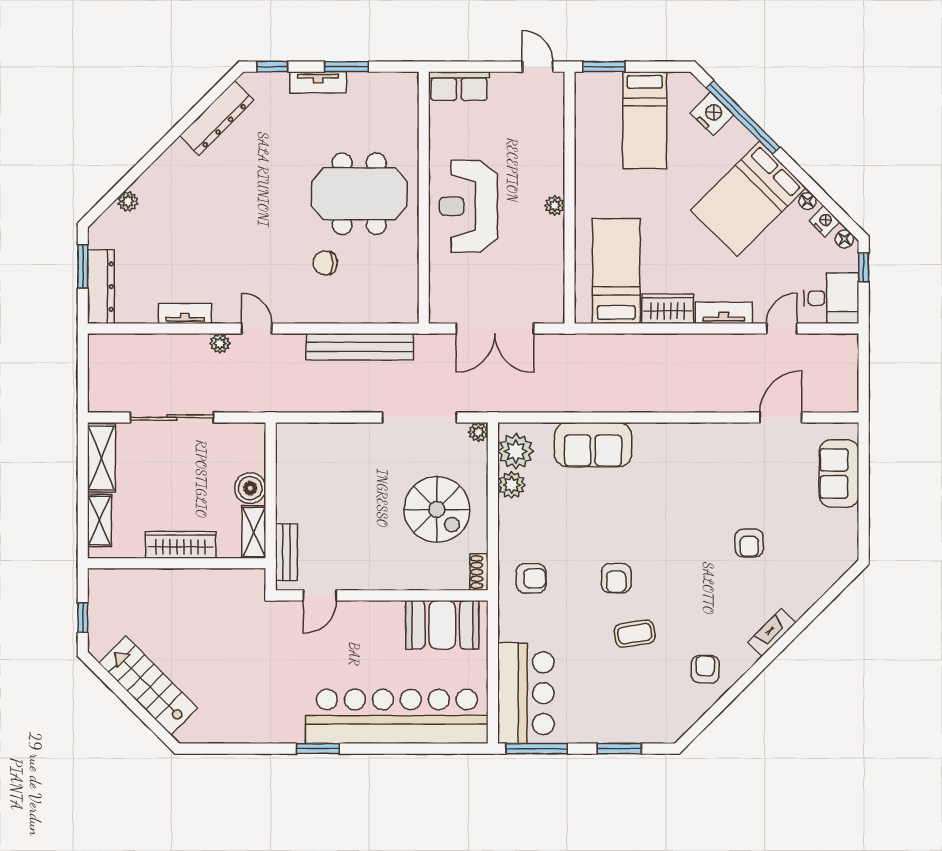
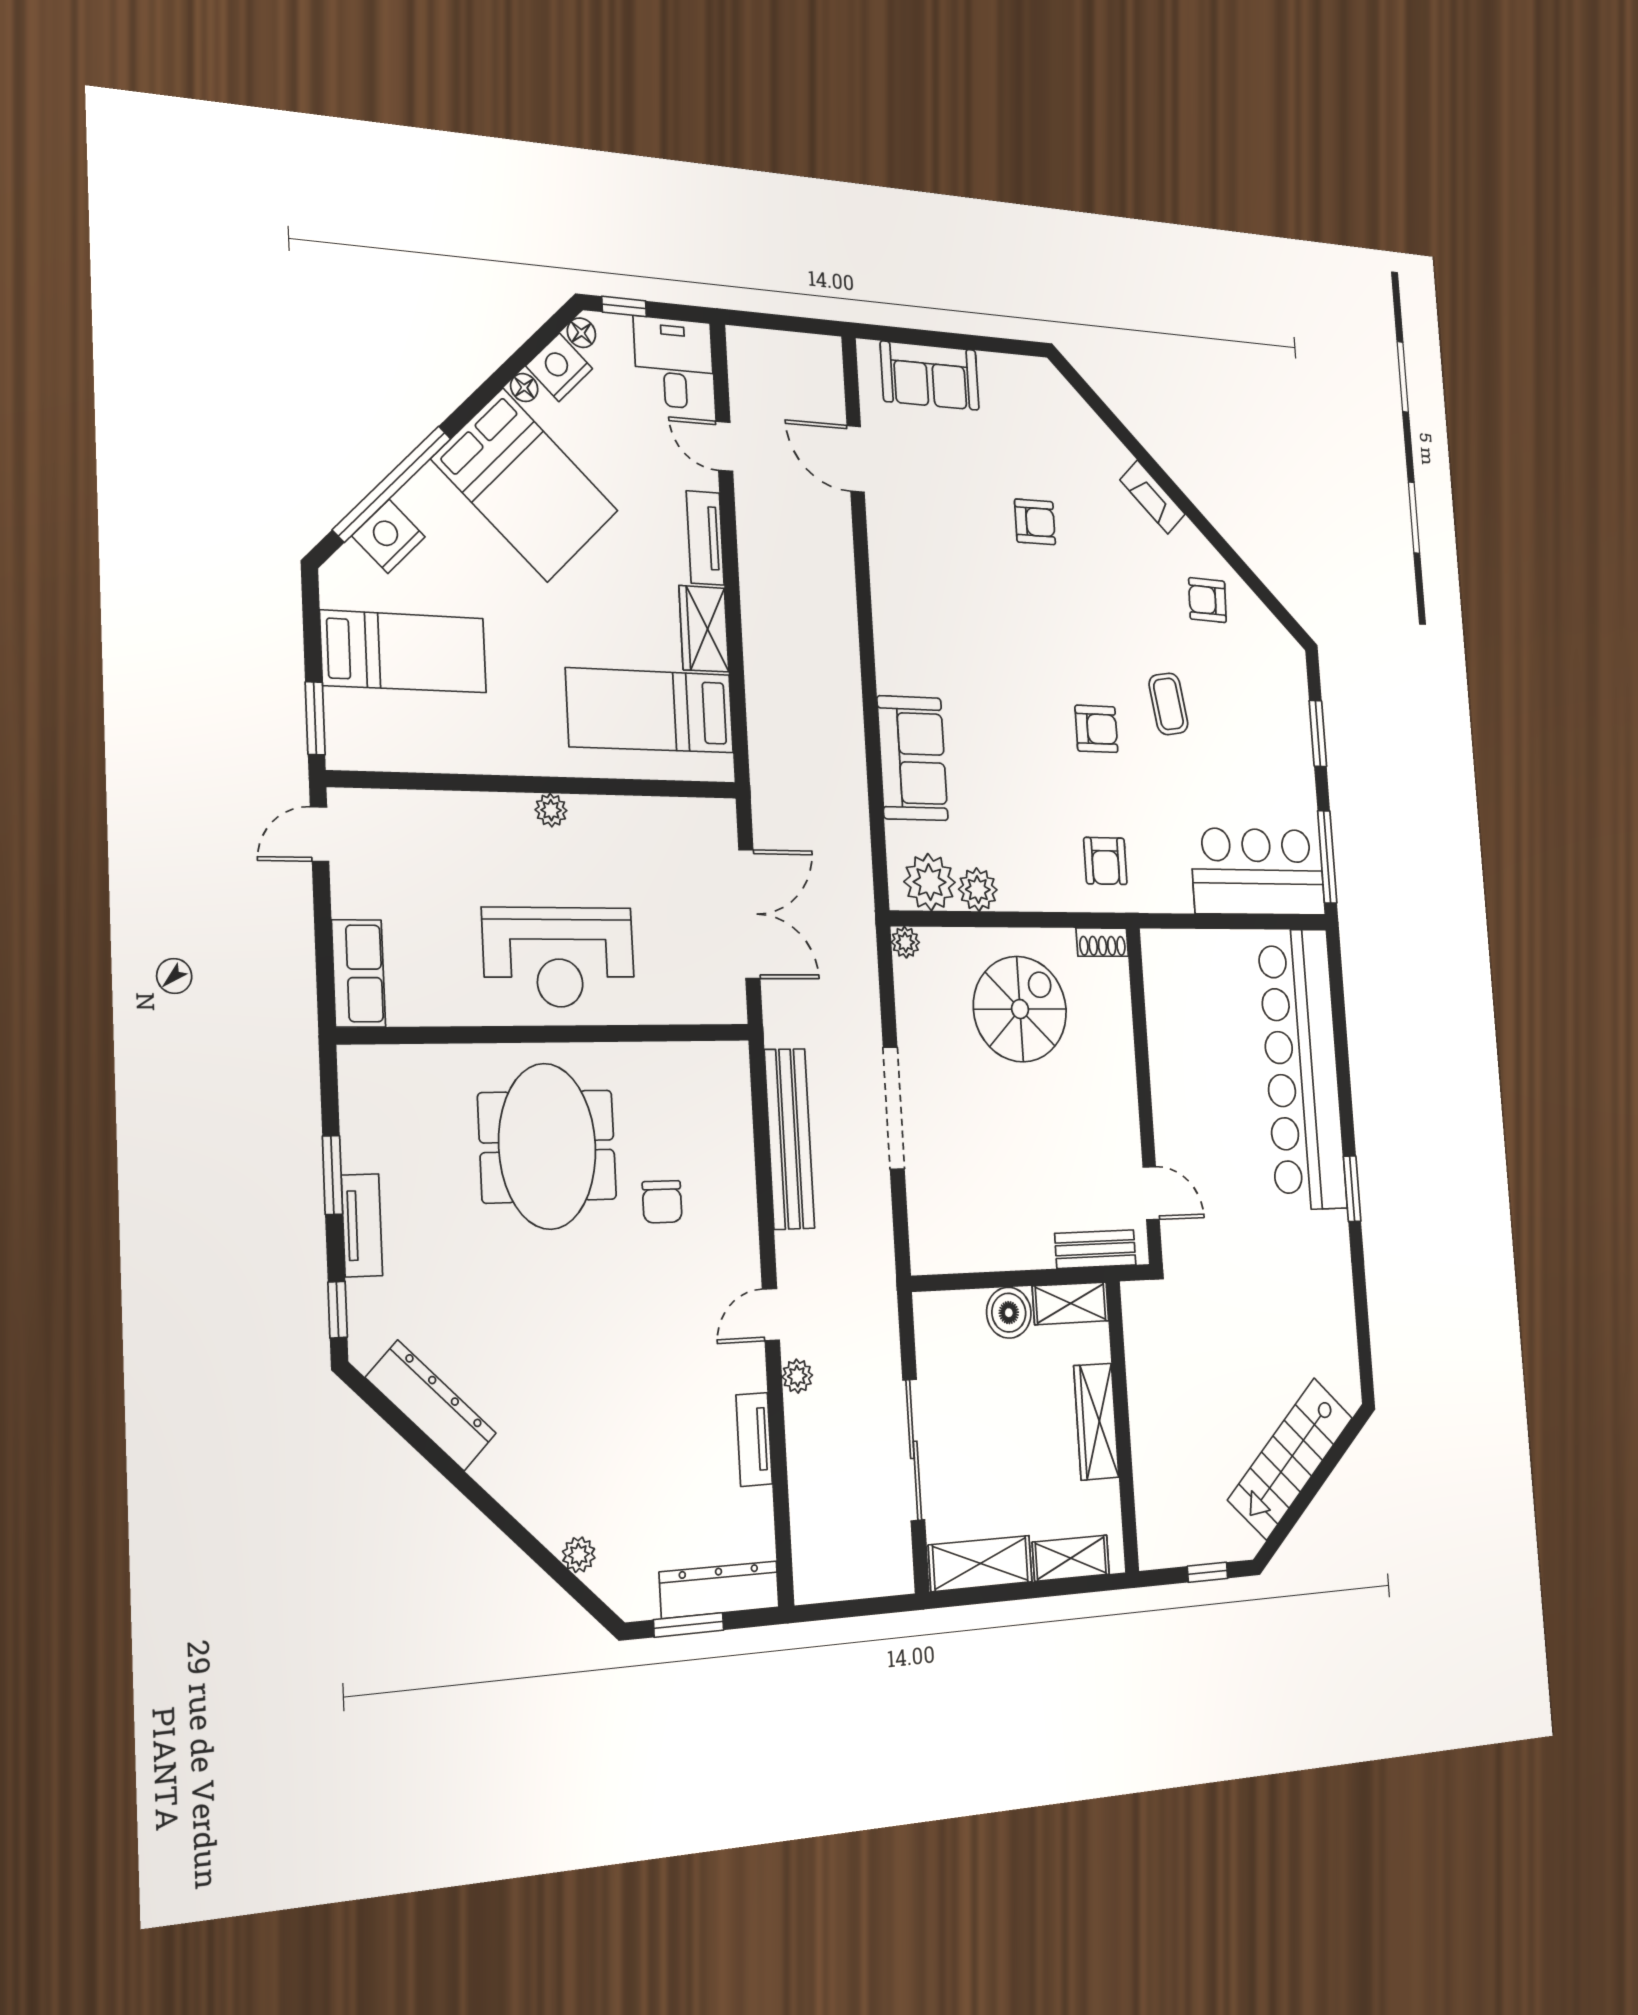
nightstand: (824, 221) -> (559, 367), width x1.36, depth x1.33
doorway: (420, 417) -> (894, 1108), moved
armchair: (531, 578) -> (1105, 861), turned 180
booth: (442, 625) -> (1177, 1000), removed

